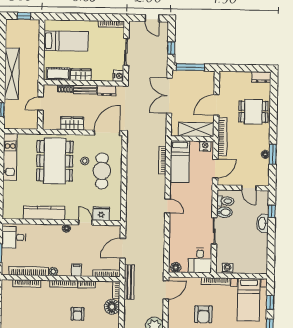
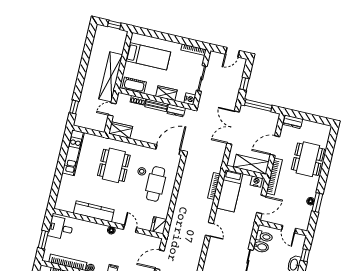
door: (152, 18) -> (232, 52), hinge flipped
shelving: (12, 74) -> (111, 77), moved
wardrobe: (81, 75) -> (166, 93), moved
dresser: (261, 77) -> (293, 122), moved
dining table: (253, 112) -> (308, 159), width x1.38
wardrobe: (72, 123) -> (121, 130), moved
dining table: (55, 161) -> (114, 165), width x0.73, depth x0.80
fridge: (101, 214) -> (159, 225), moved, turned -90

